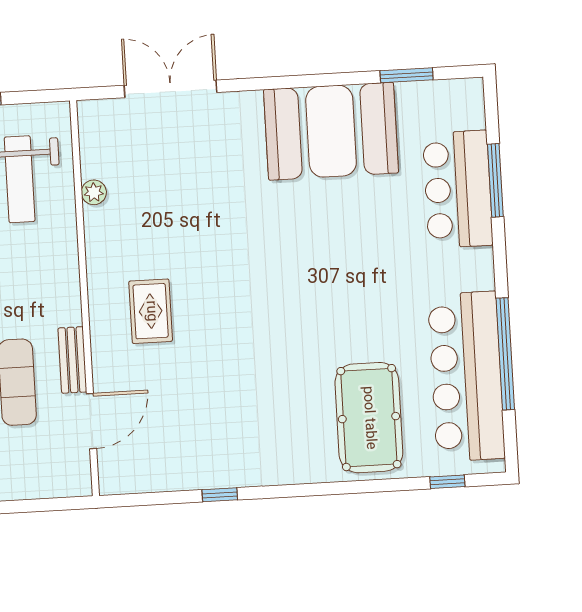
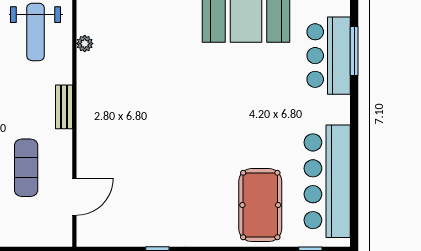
rug: (151, 311) -> (118, 125), removed
window: (505, 354) -> (354, 168), removed
bench: (72, 360) -> (64, 107), moved

